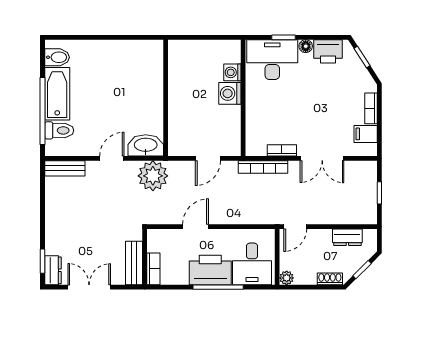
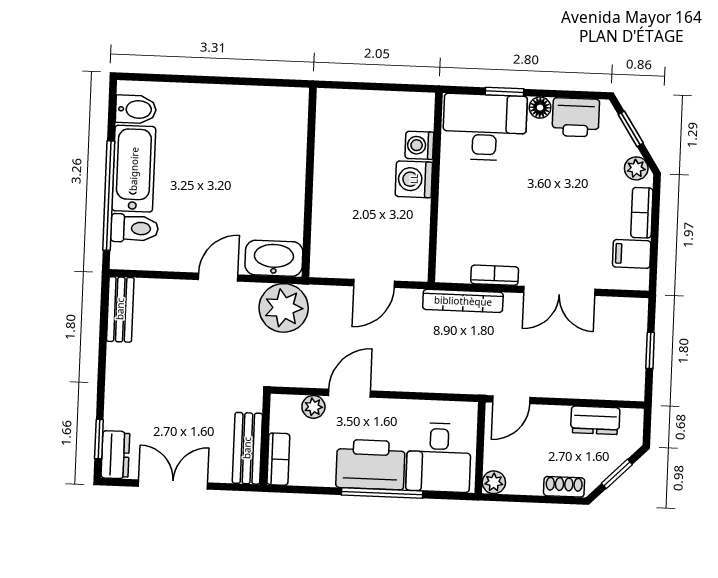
plant: (366, 81) -> (636, 168), added
bench: (65, 168) -> (120, 309), moved, turned 90
plant: (174, 236) -> (313, 407), added

